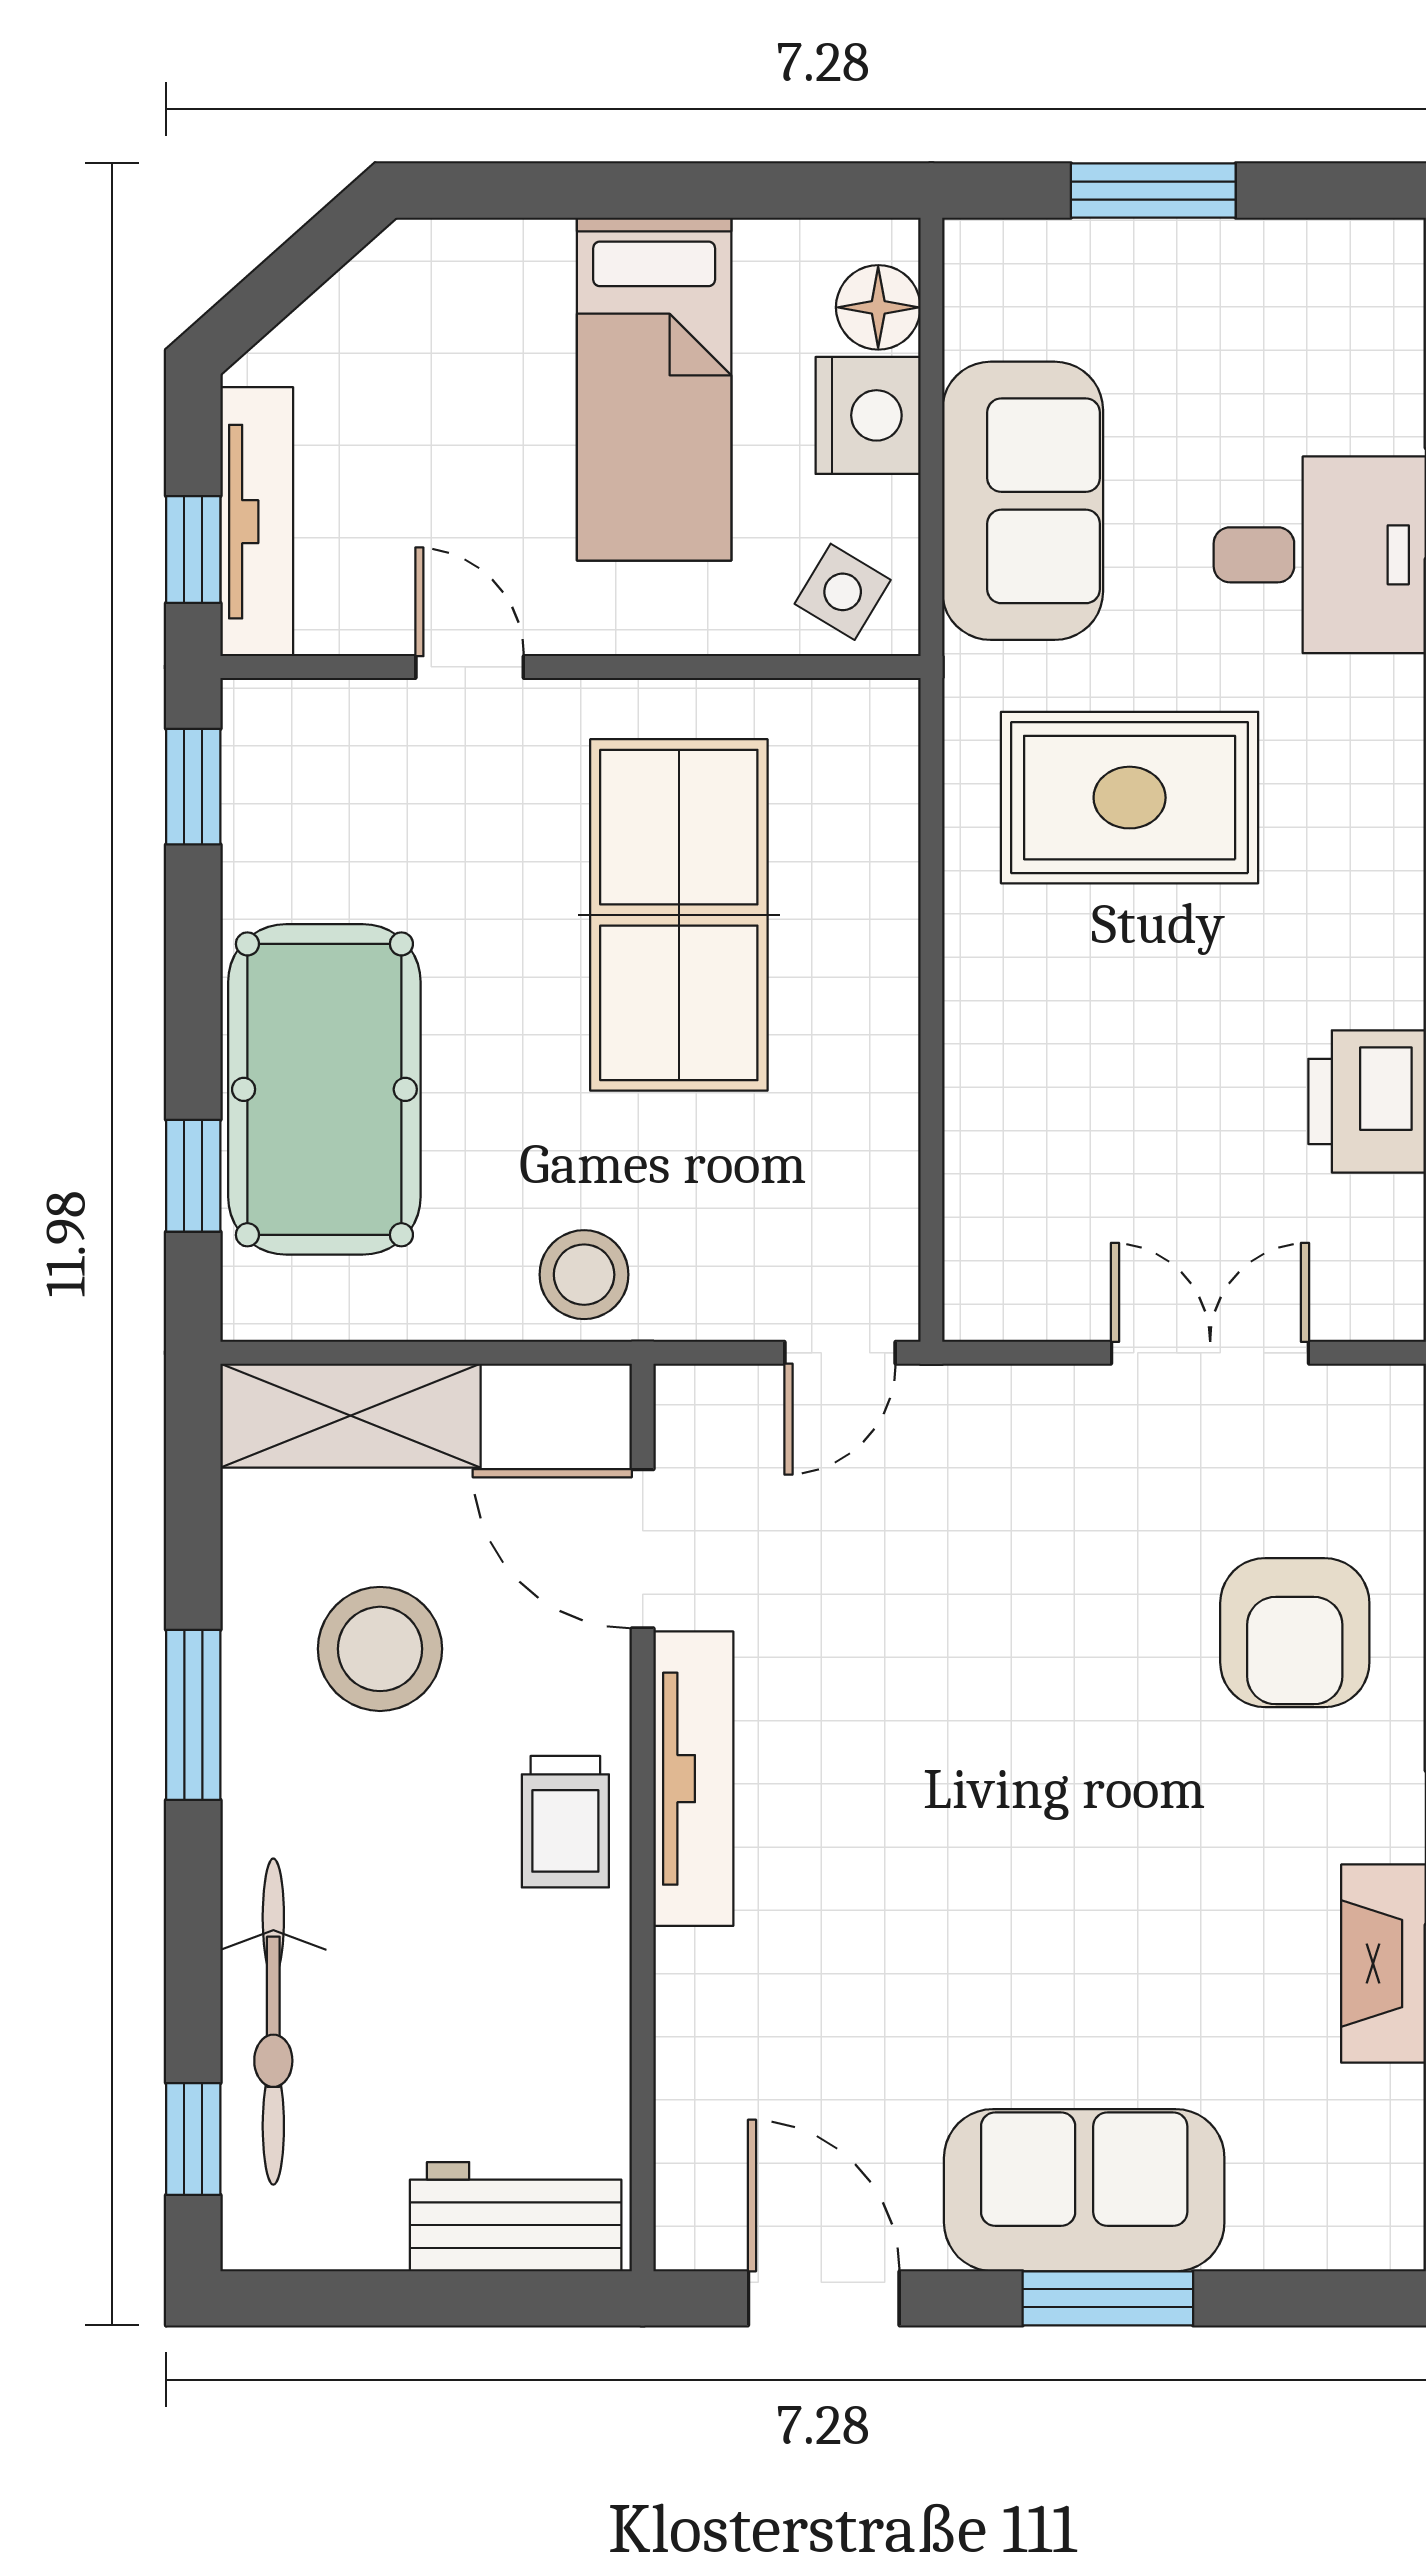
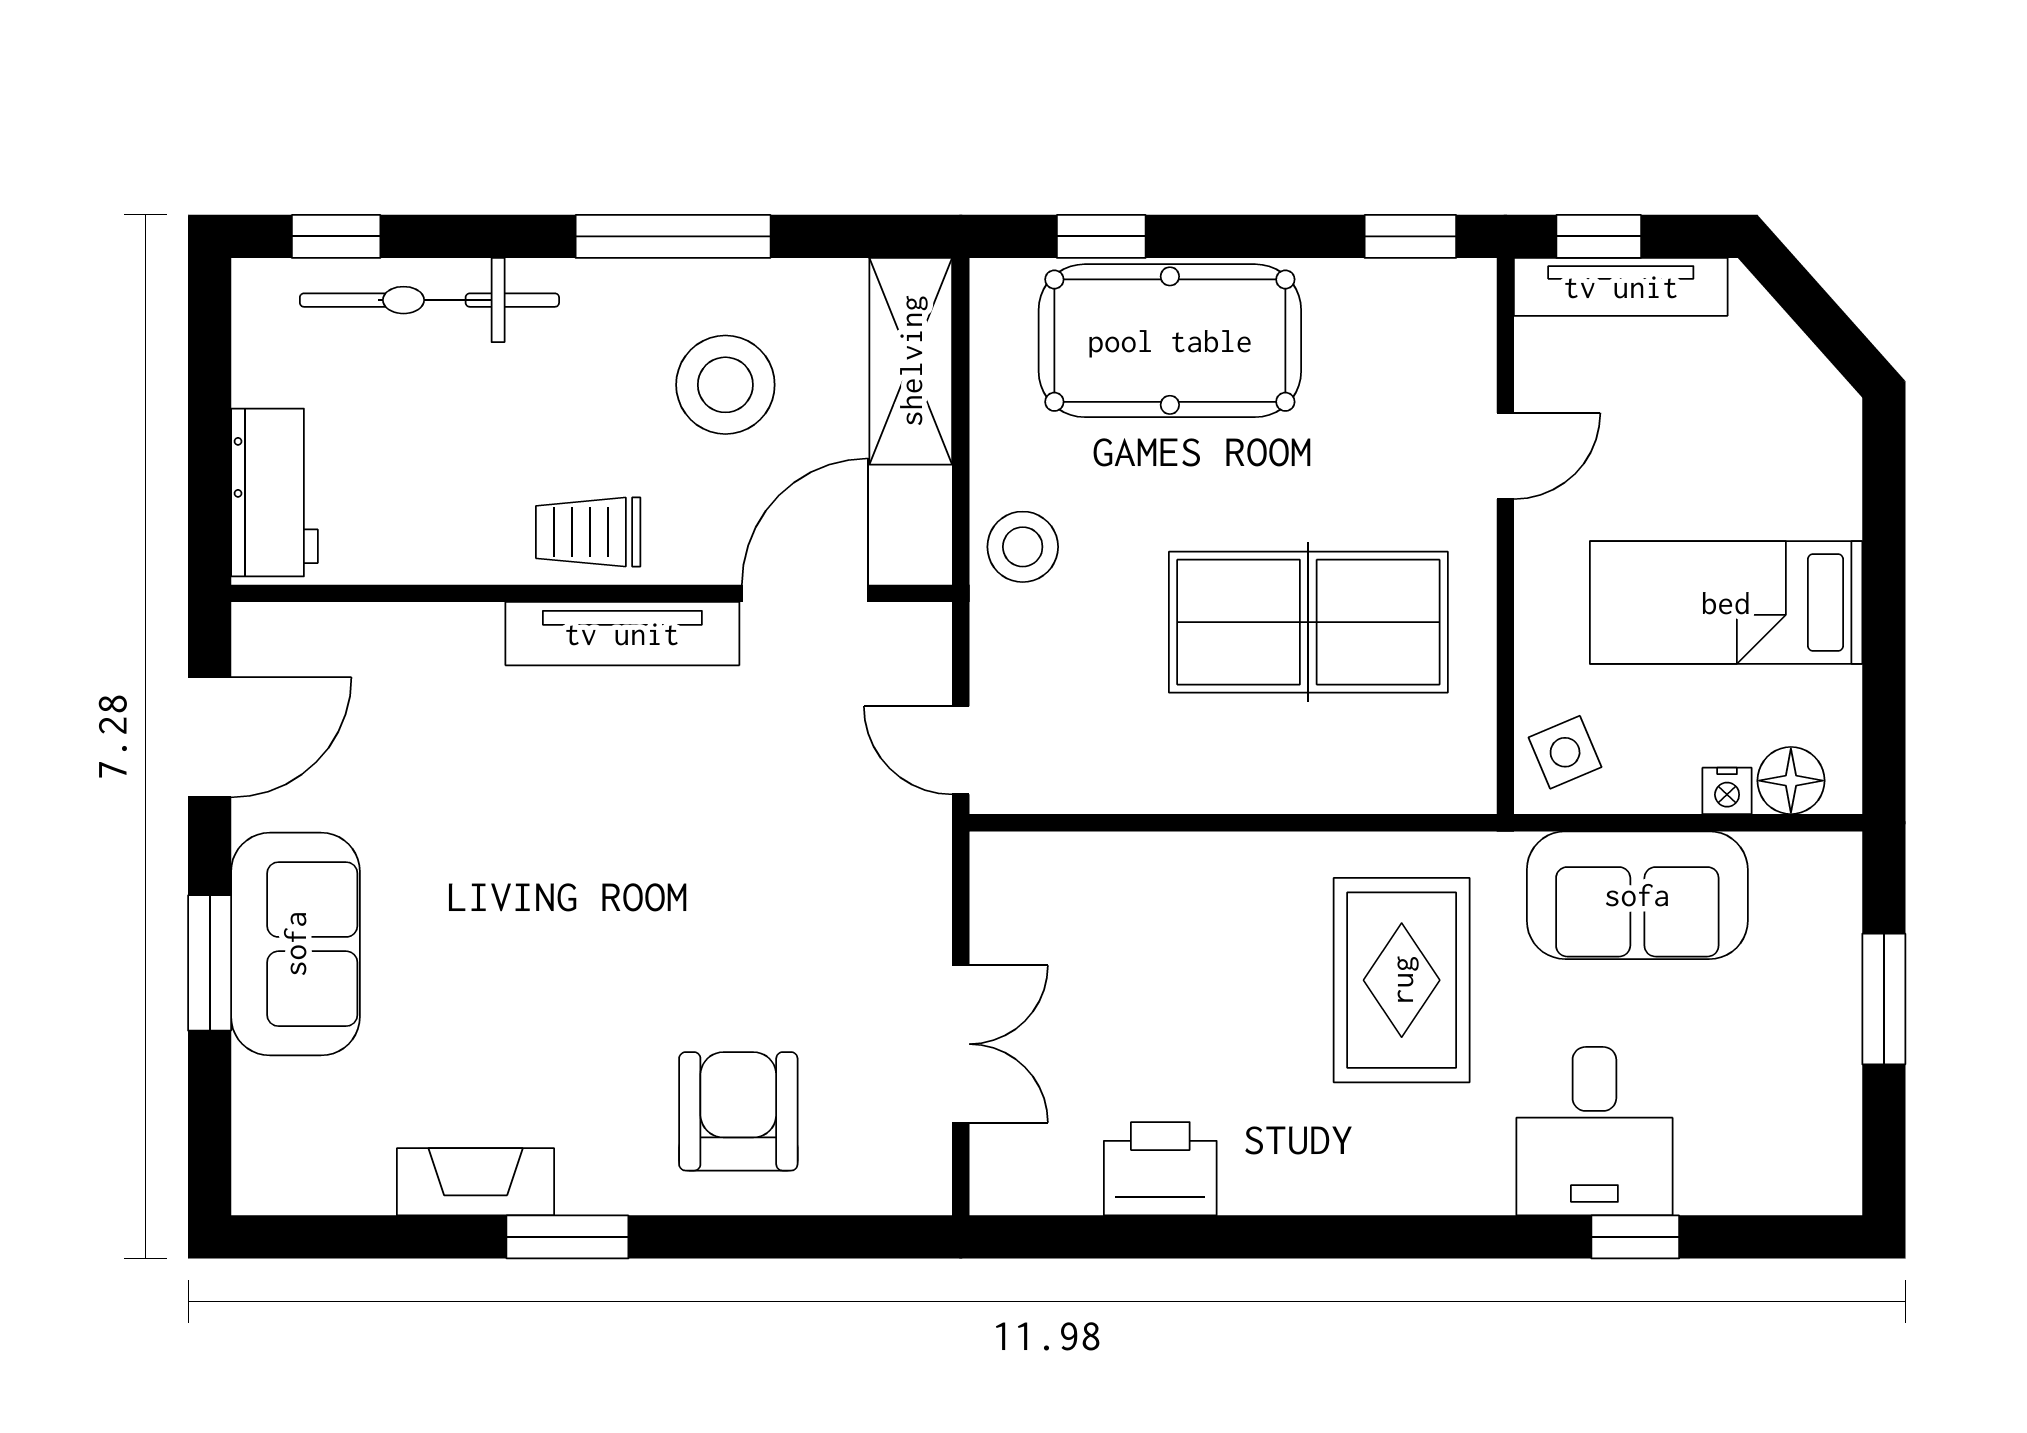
nightstand: (868, 415) -> (1727, 791), width x0.53, depth x0.56
side table: (843, 592) -> (1565, 752), turned 36
armchair: (1295, 1633) -> (738, 1111), turned 90
window: (193, 1715) -> (673, 236), width x1.44

